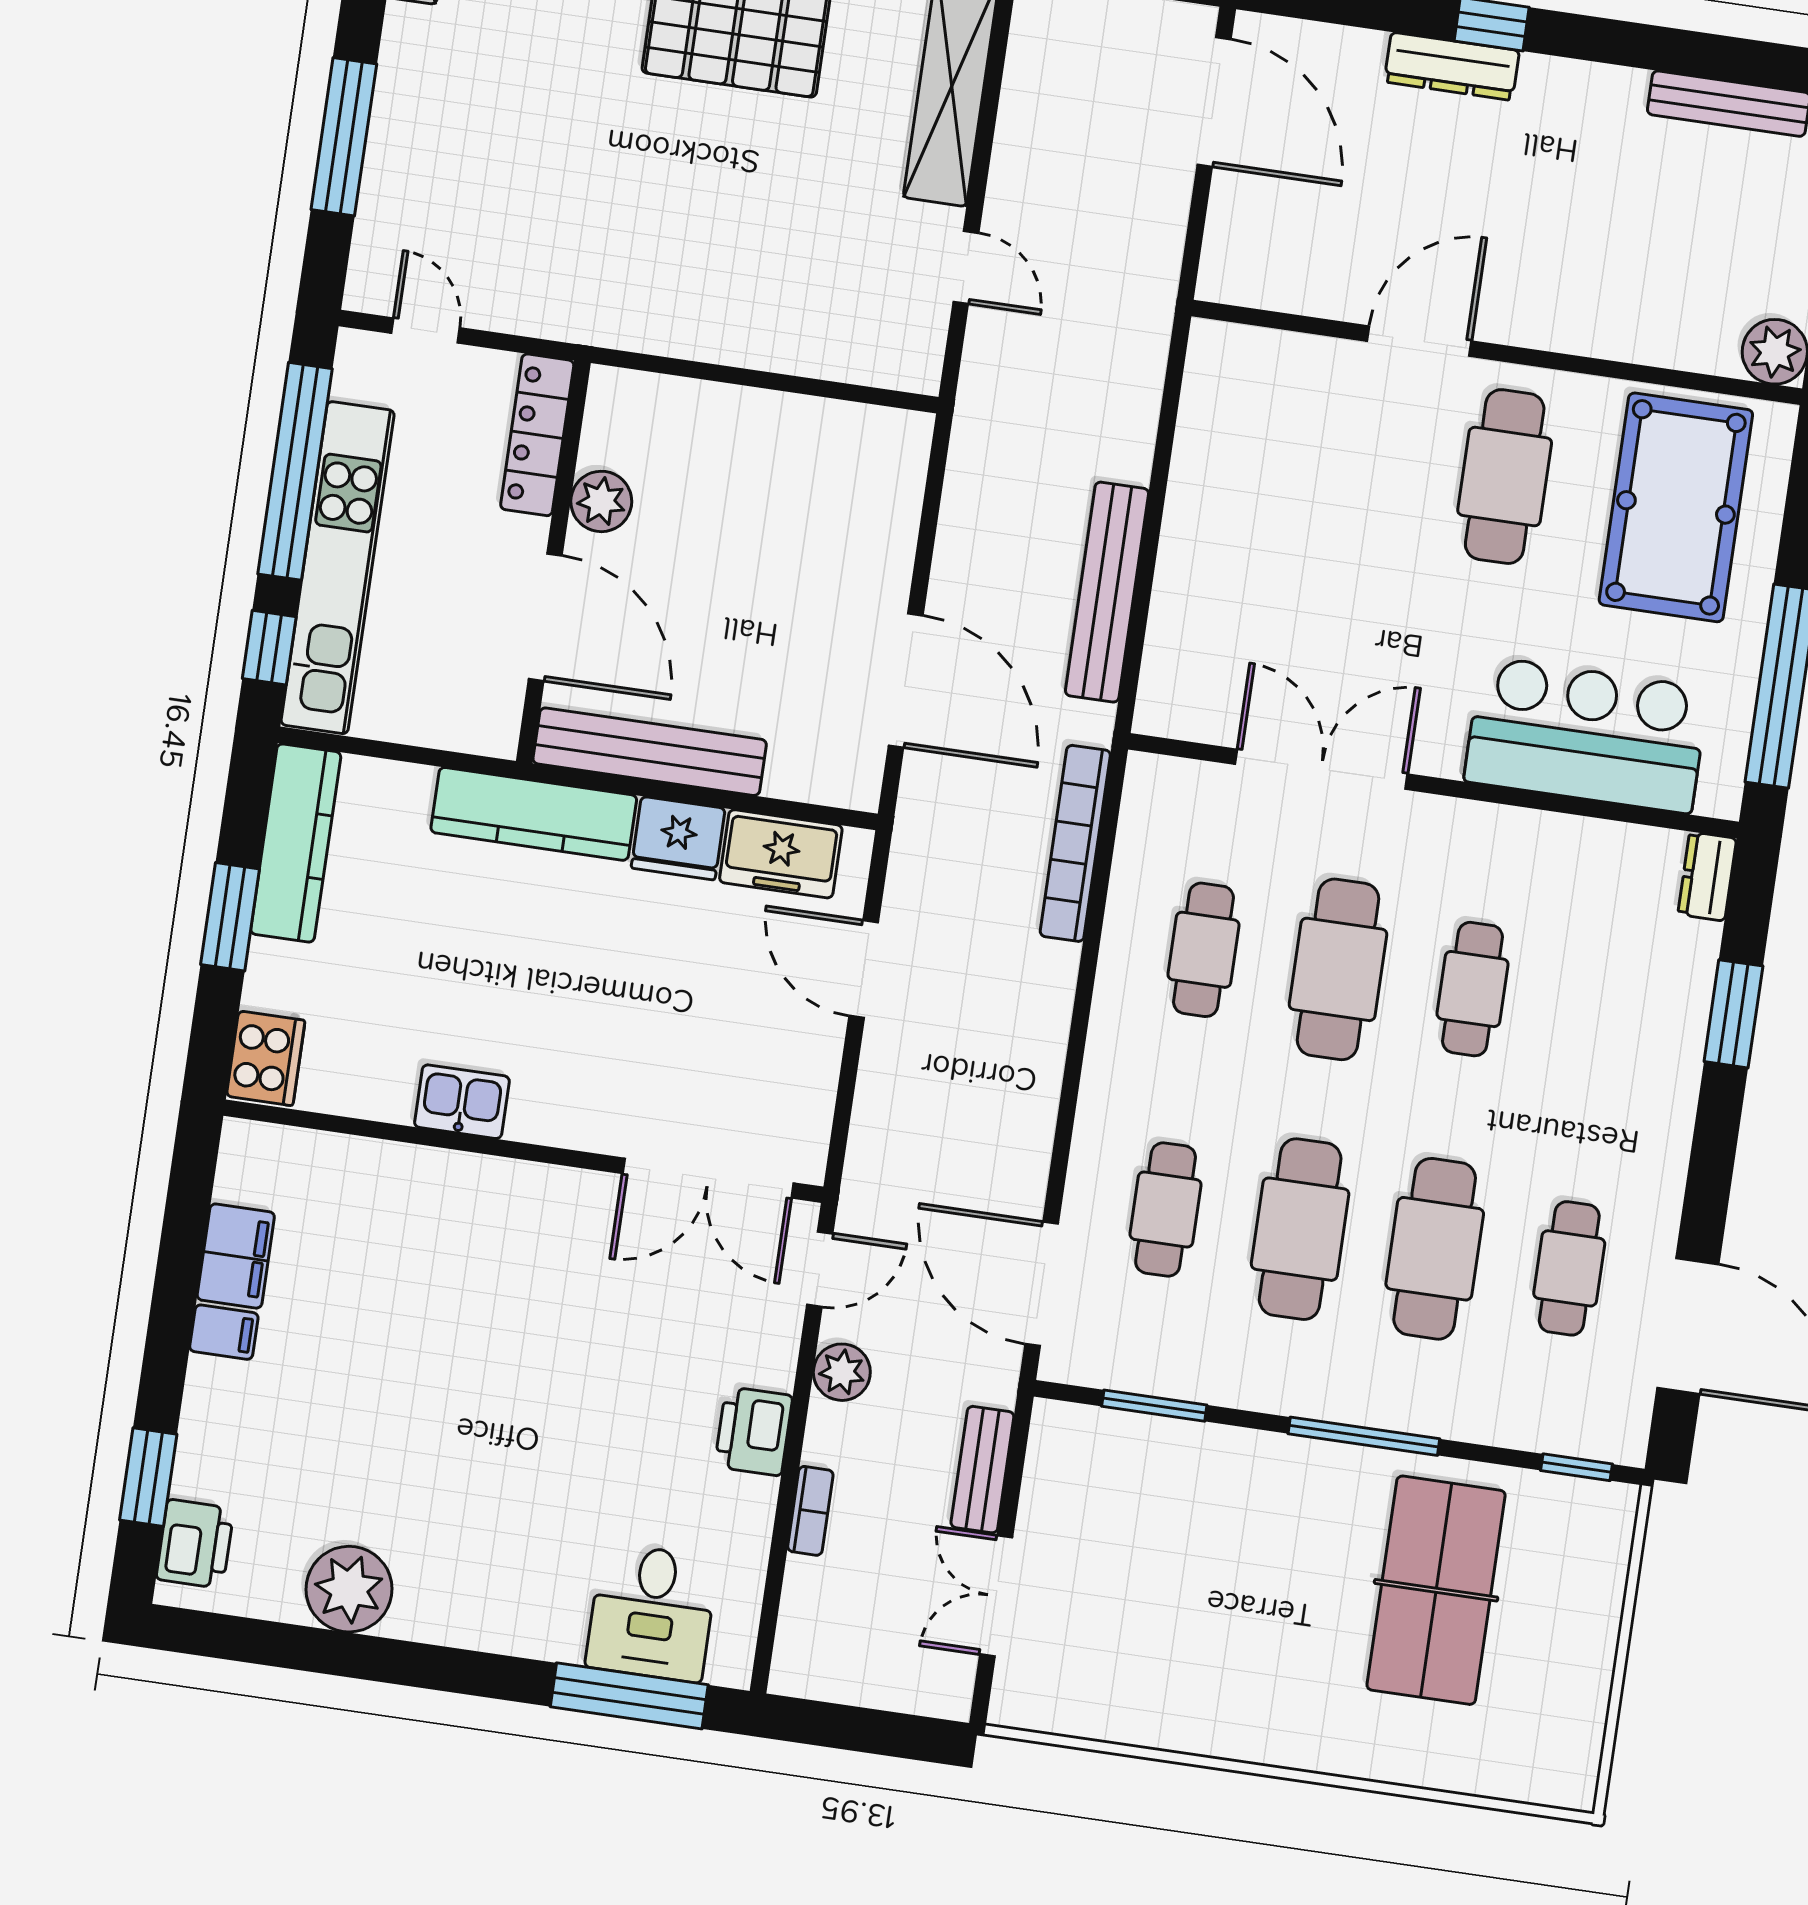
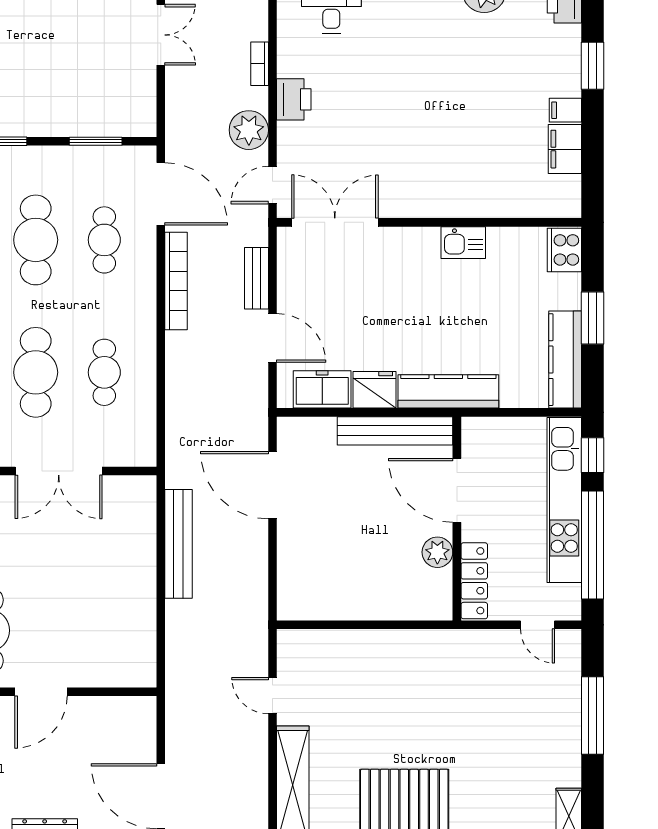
bookcase: (1075, 843) -> (176, 281), moved
plant: (842, 1372) -> (249, 130), width x1.36, depth x1.36
bench: (982, 1470) -> (256, 278), moved
window: (148, 1477) -> (592, 66), moved

